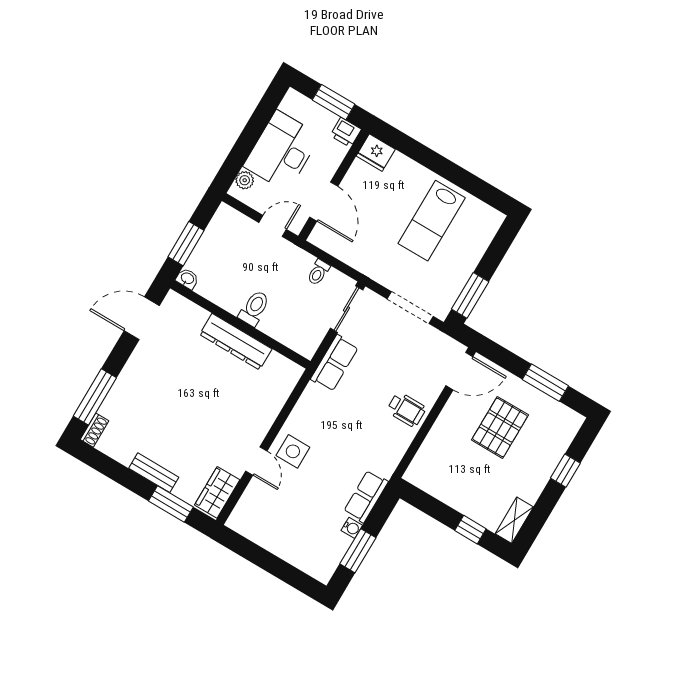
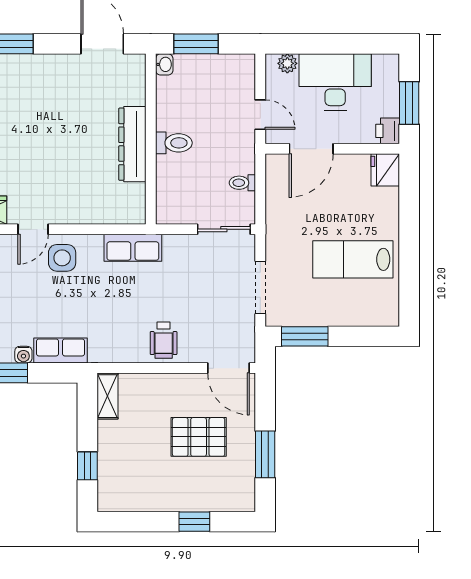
row of seats: (334, 363) -> (133, 248), moved
shelving: (514, 520) -> (107, 396), moved, turned 90

